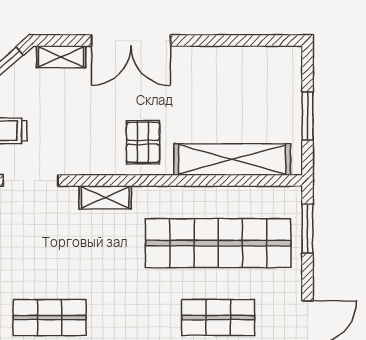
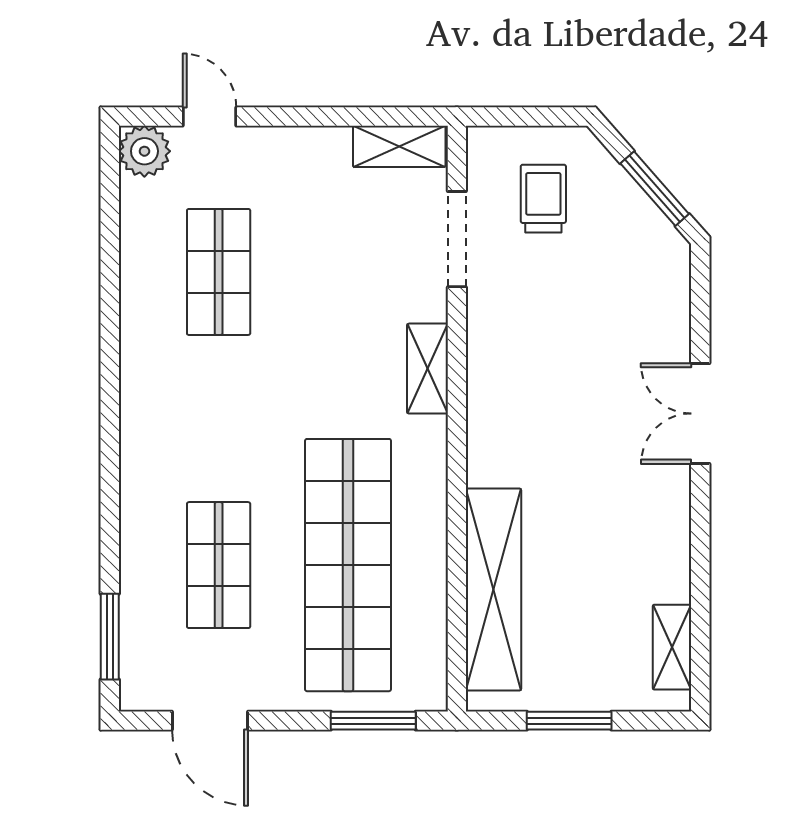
double door: (131, 41) -> (700, 414), width x0.73
shelving: (61, 57) -> (672, 647), moved
pallet: (143, 142) -> (523, 434), removed

